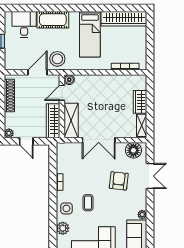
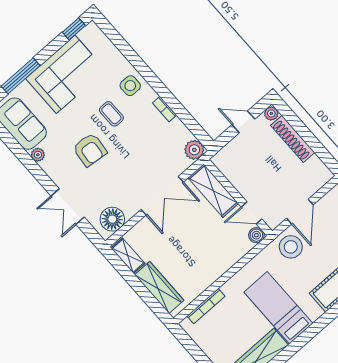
door: (62, 93) -> (252, 213), swing flipped
shoe rack: (9, 96) -> (293, 139), moved
wardrobe: (140, 102) -> (159, 287), width x1.50
wardrobe: (53, 121) -> (234, 172), removed
double door: (99, 140) -> (162, 196), swing flipped
armchair: (119, 181) -> (90, 150), moved
plant: (63, 228) -> (194, 150), moved

